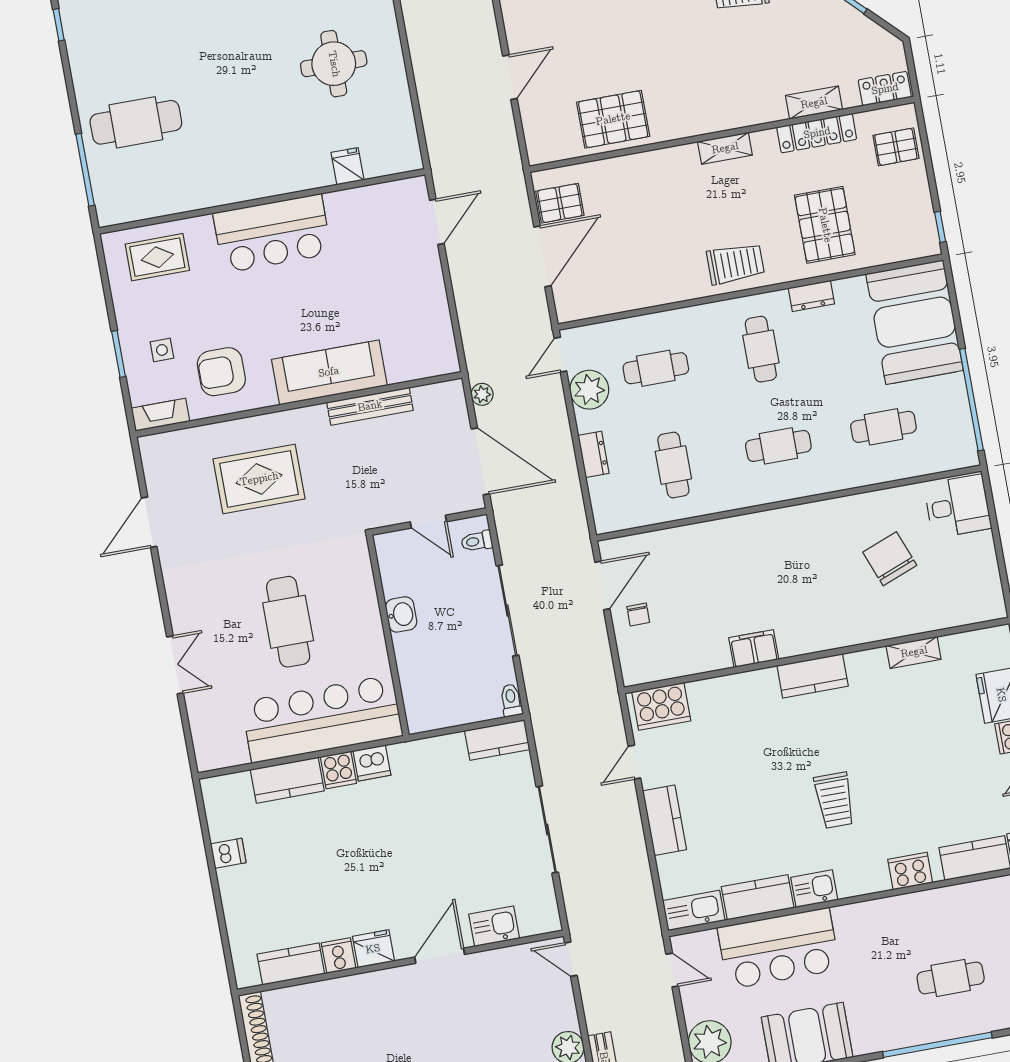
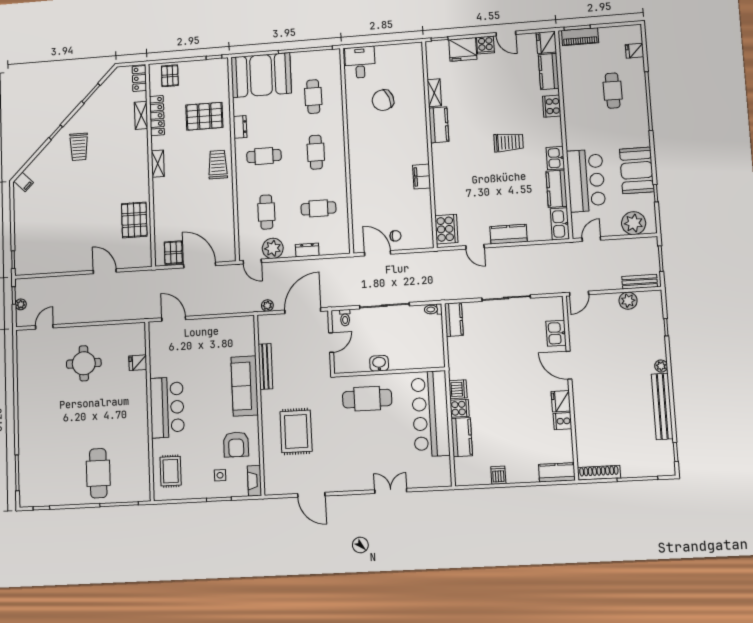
cafe table: (288, 622) -> (367, 399), moved
kitchen counter: (813, 676) -> (439, 125), moved
kitchen counter: (291, 964) -> (557, 472), moved, turned 90

